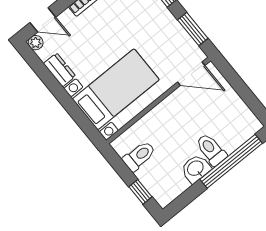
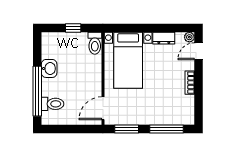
toilet: (211, 150) -> (53, 104), moved
toilet: (139, 156) -> (95, 43), moved
window: (140, 192) -> (73, 28), moved

